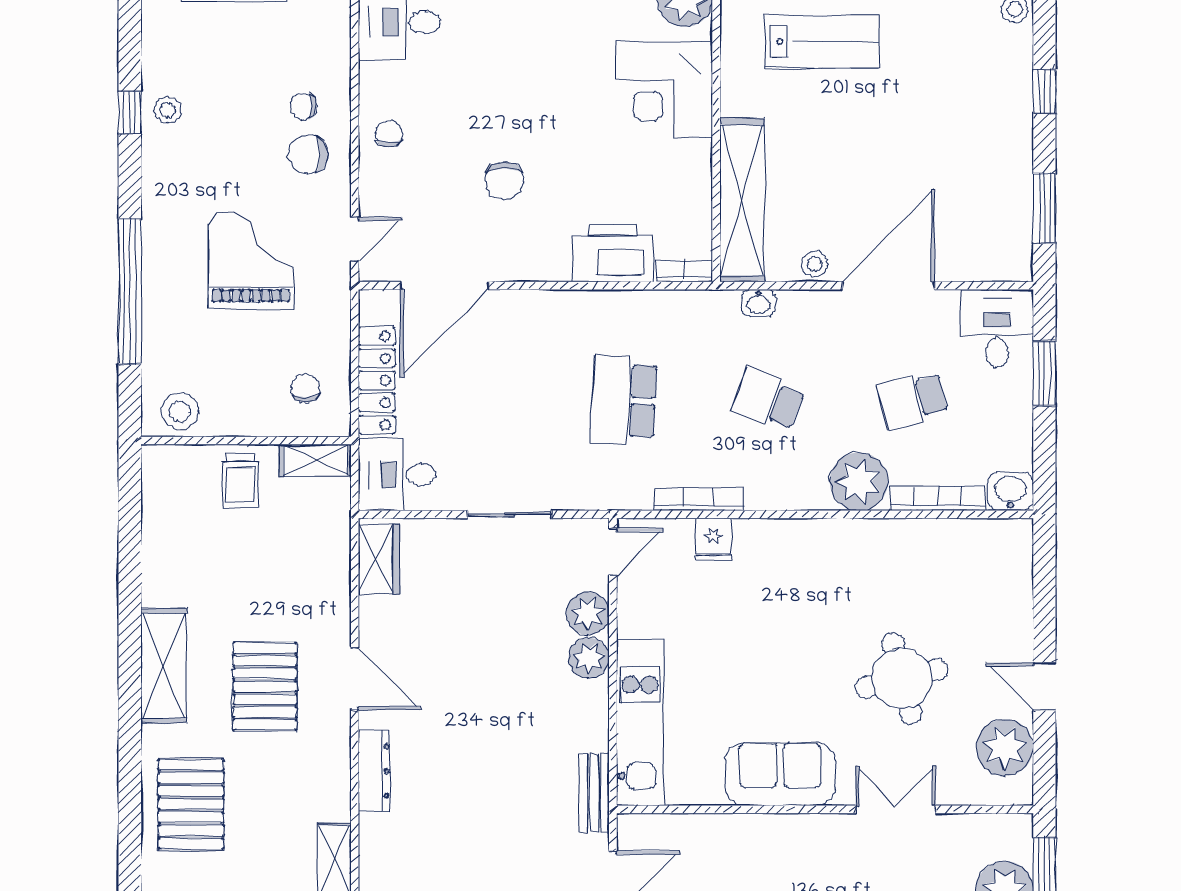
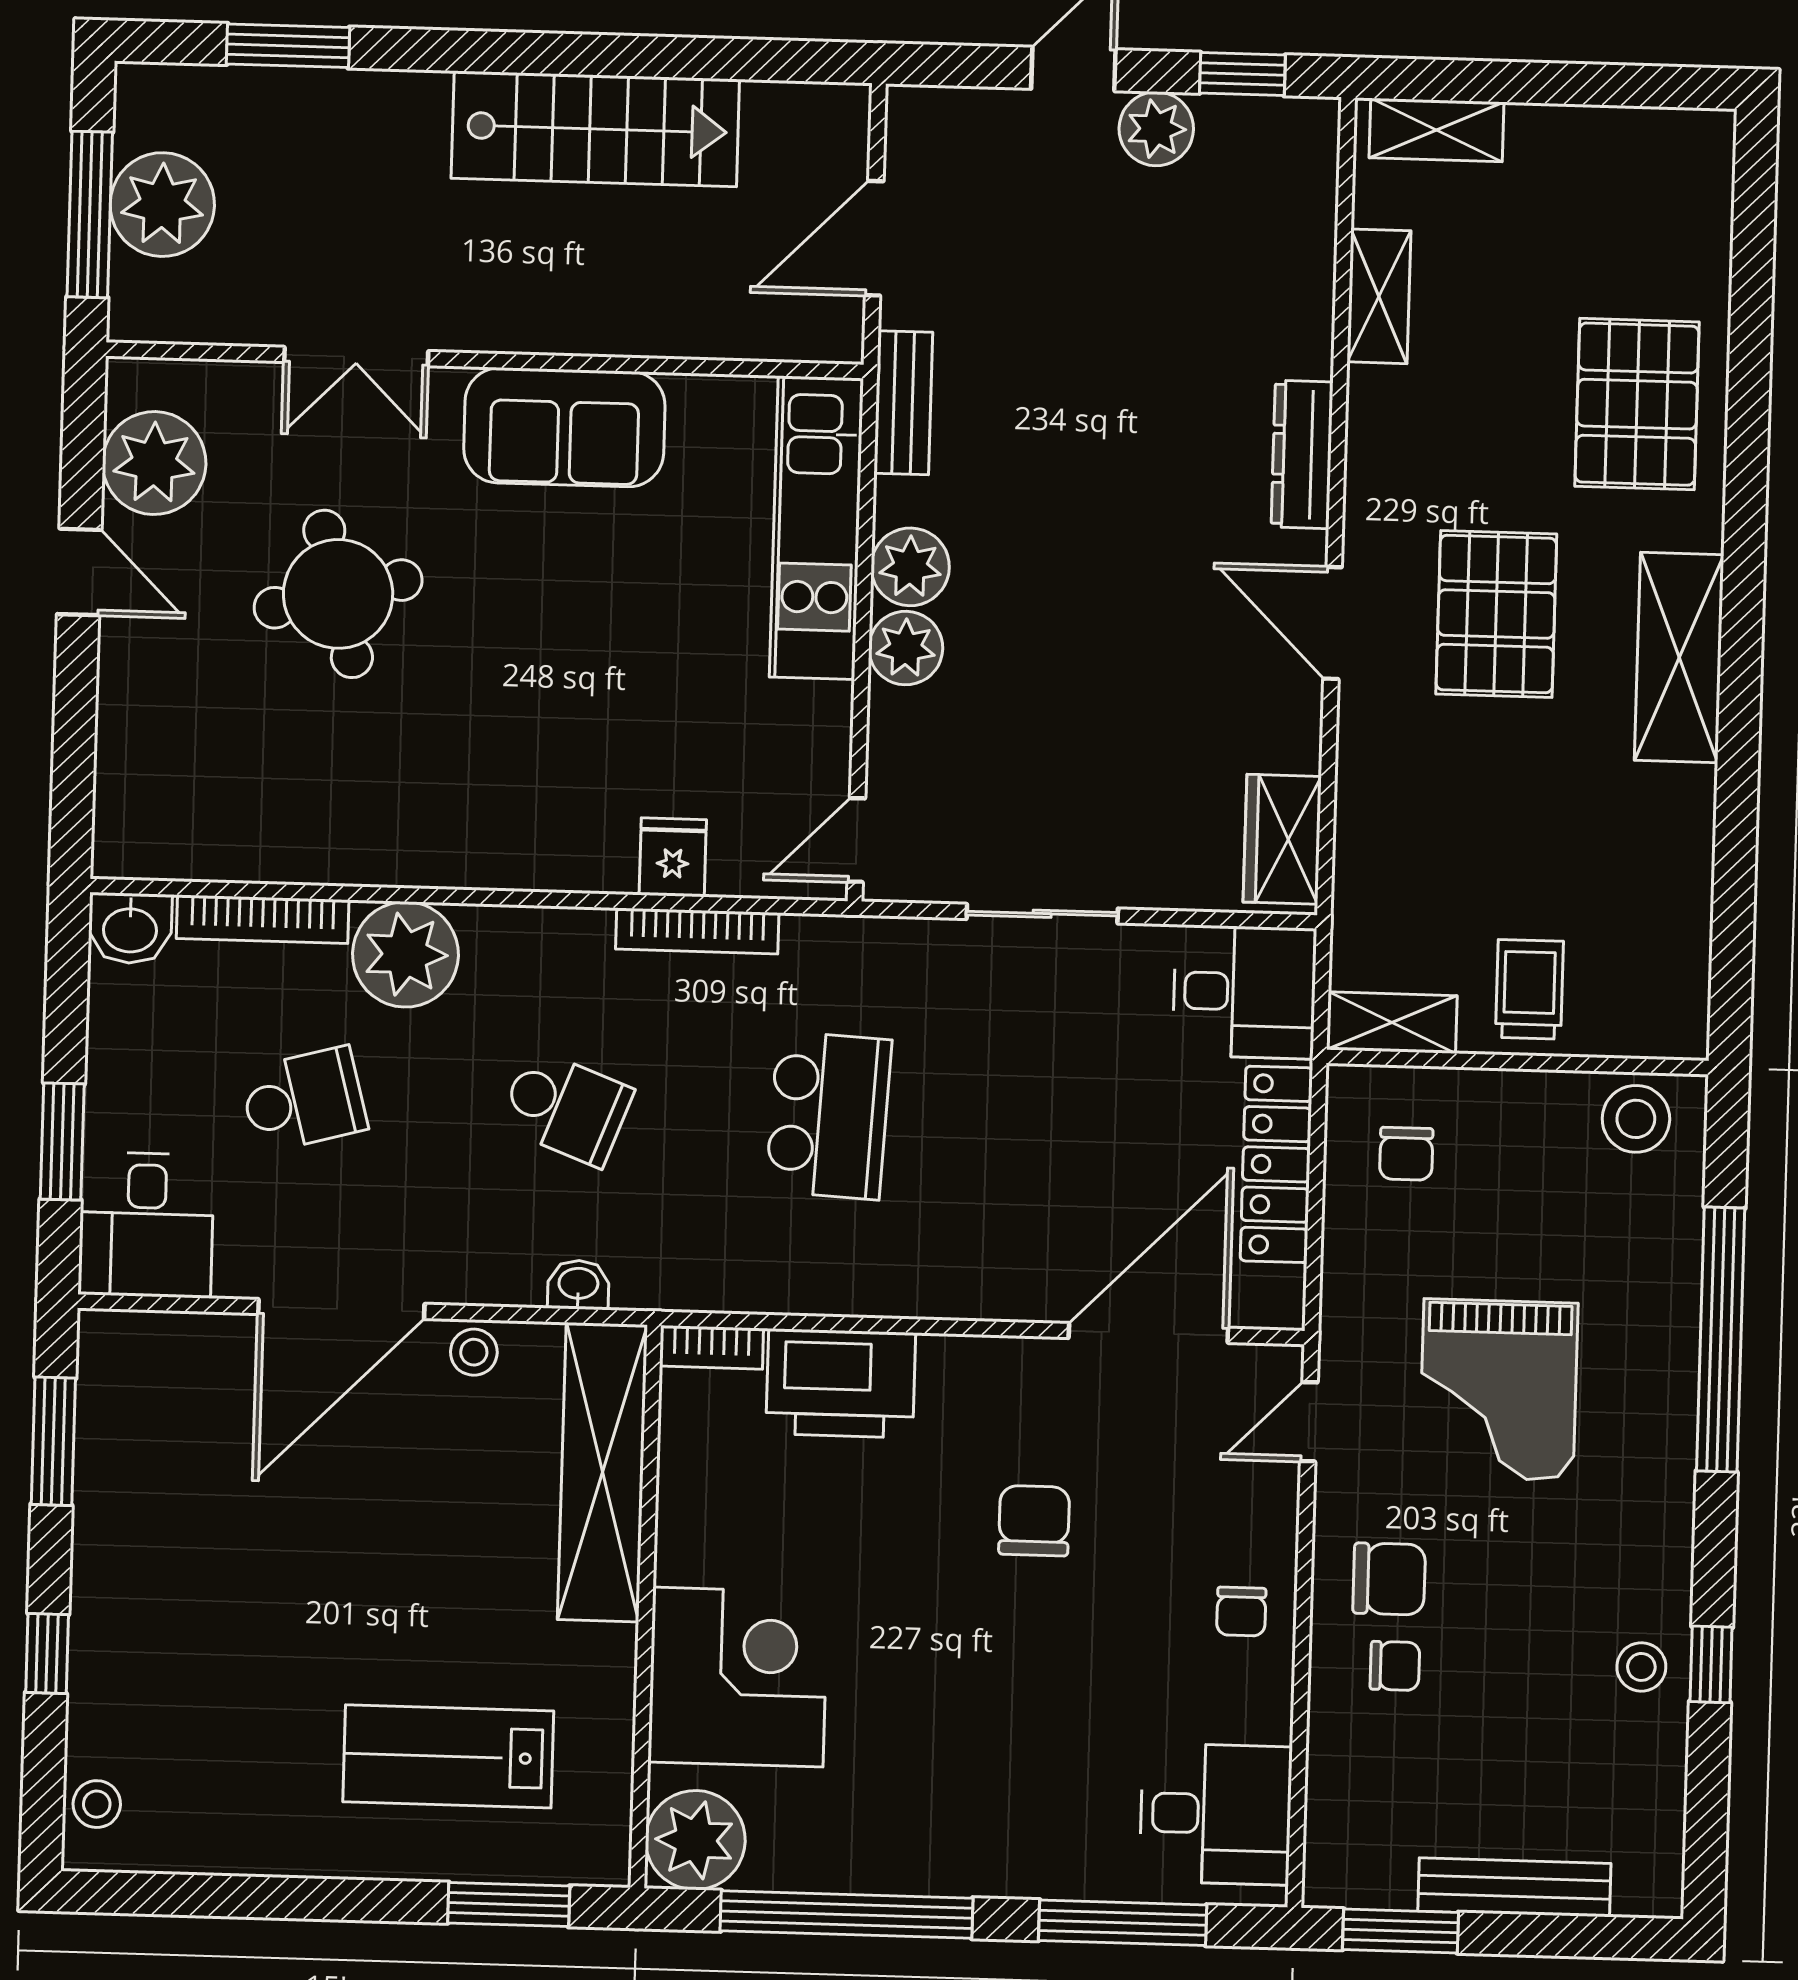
plant: (588, 613) -> (910, 567), moved

